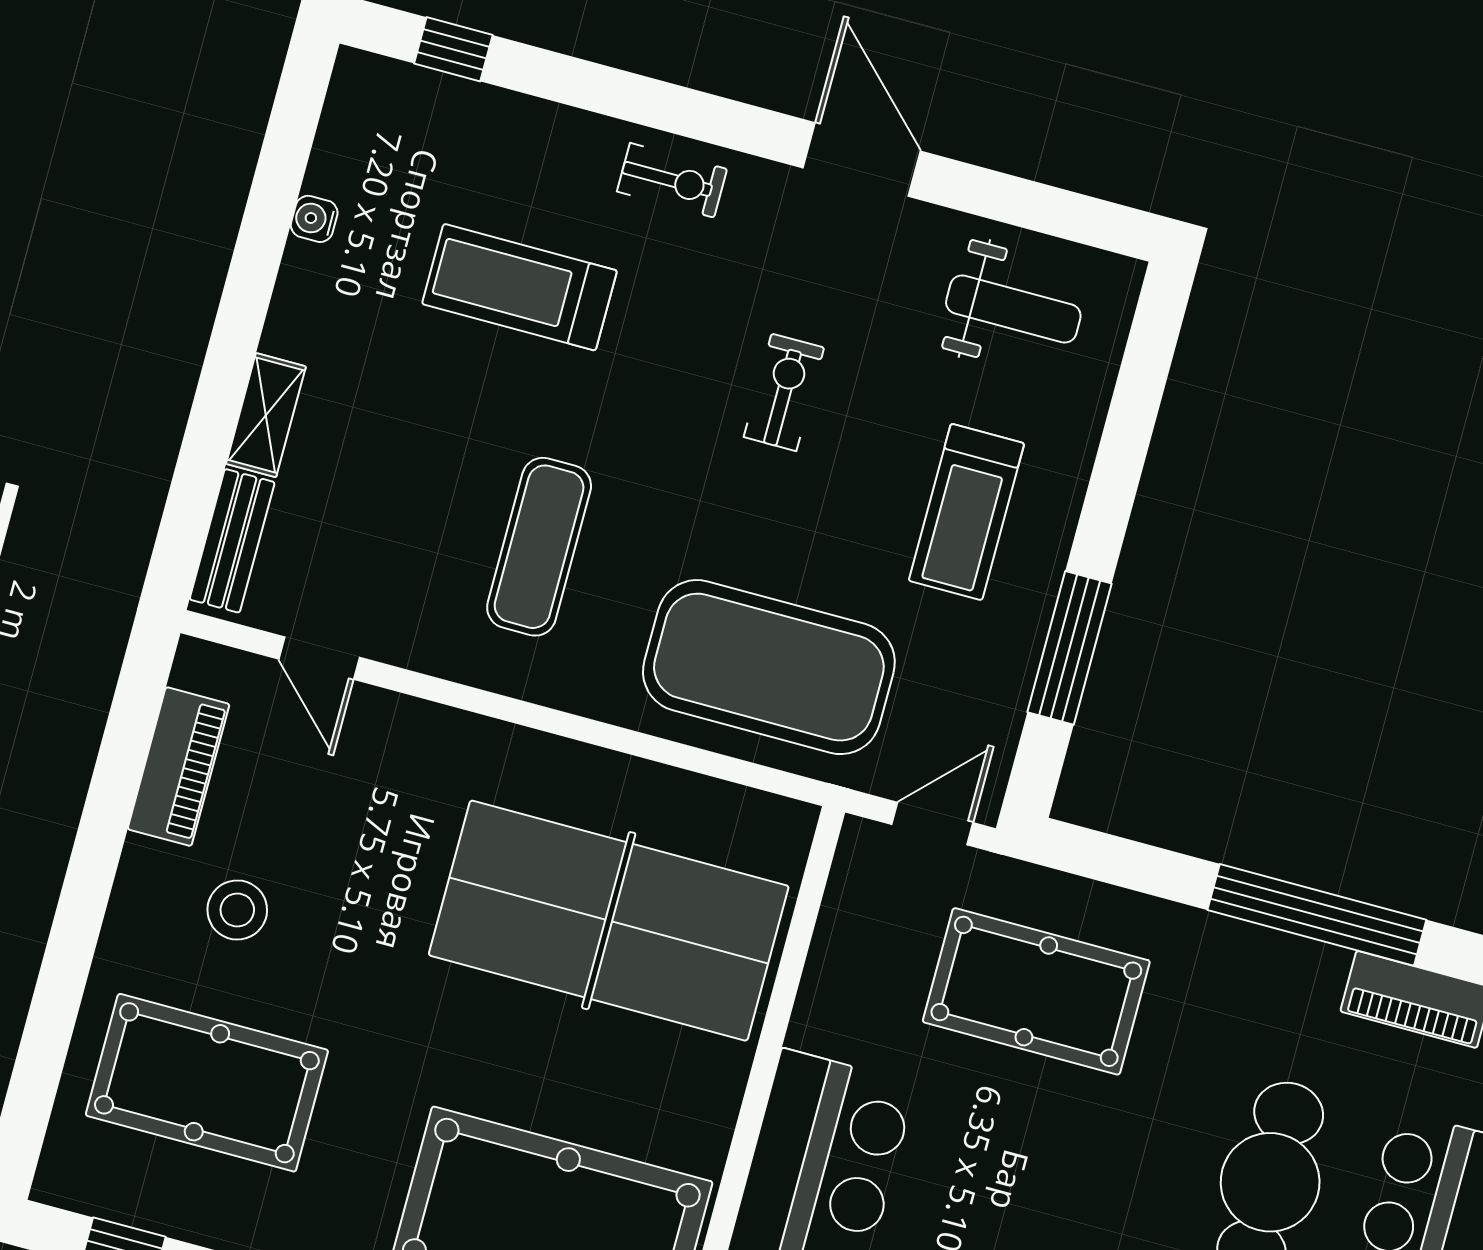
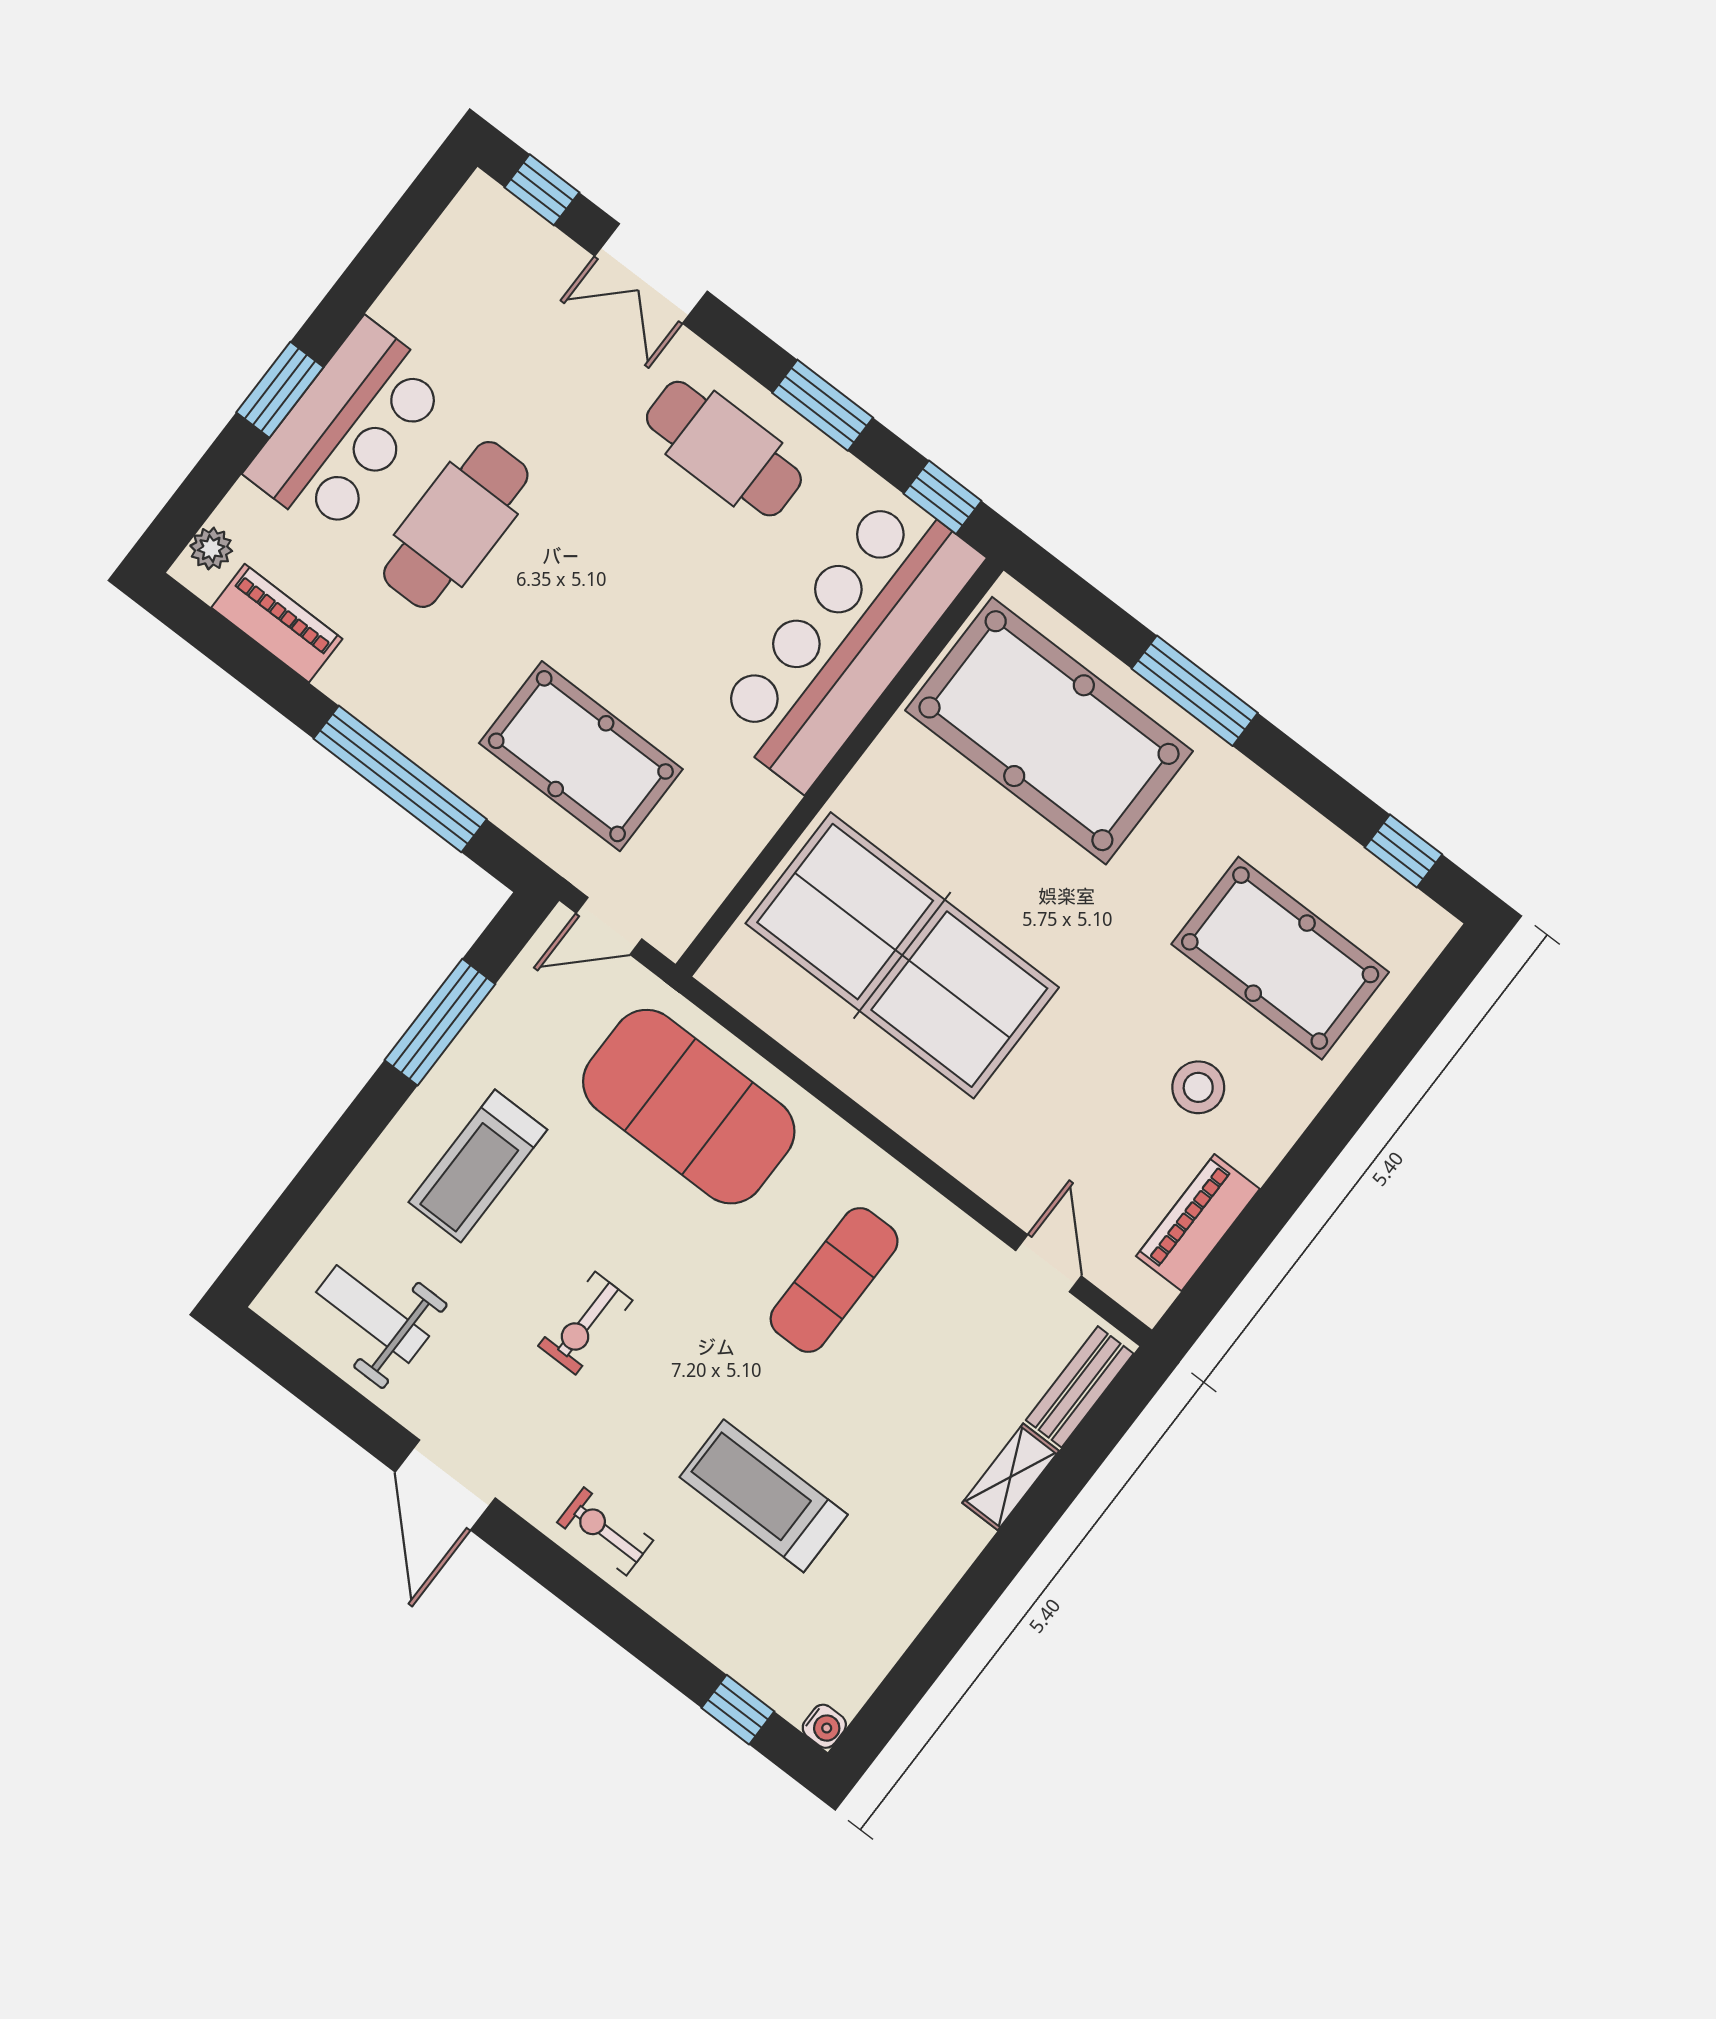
water cooler: (314, 219) -> (824, 1726), moved
treadmill: (519, 287) -> (764, 1496), turned 180
treadmill: (966, 512) -> (478, 1166), turned 180
window: (1317, 915) -> (400, 779), moved

